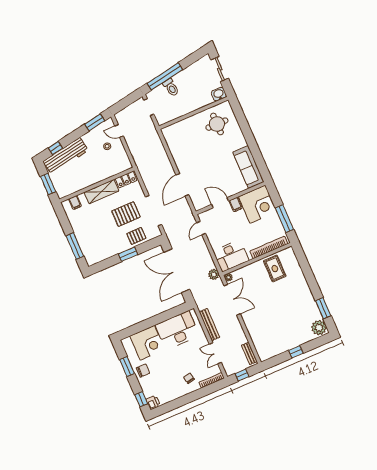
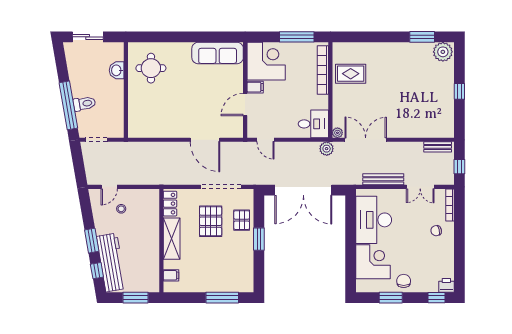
washbasin: (219, 94) -> (117, 70), moved
window: (95, 122) -> (92, 241), moved
desk: (231, 256) -> (313, 124), width x0.73

